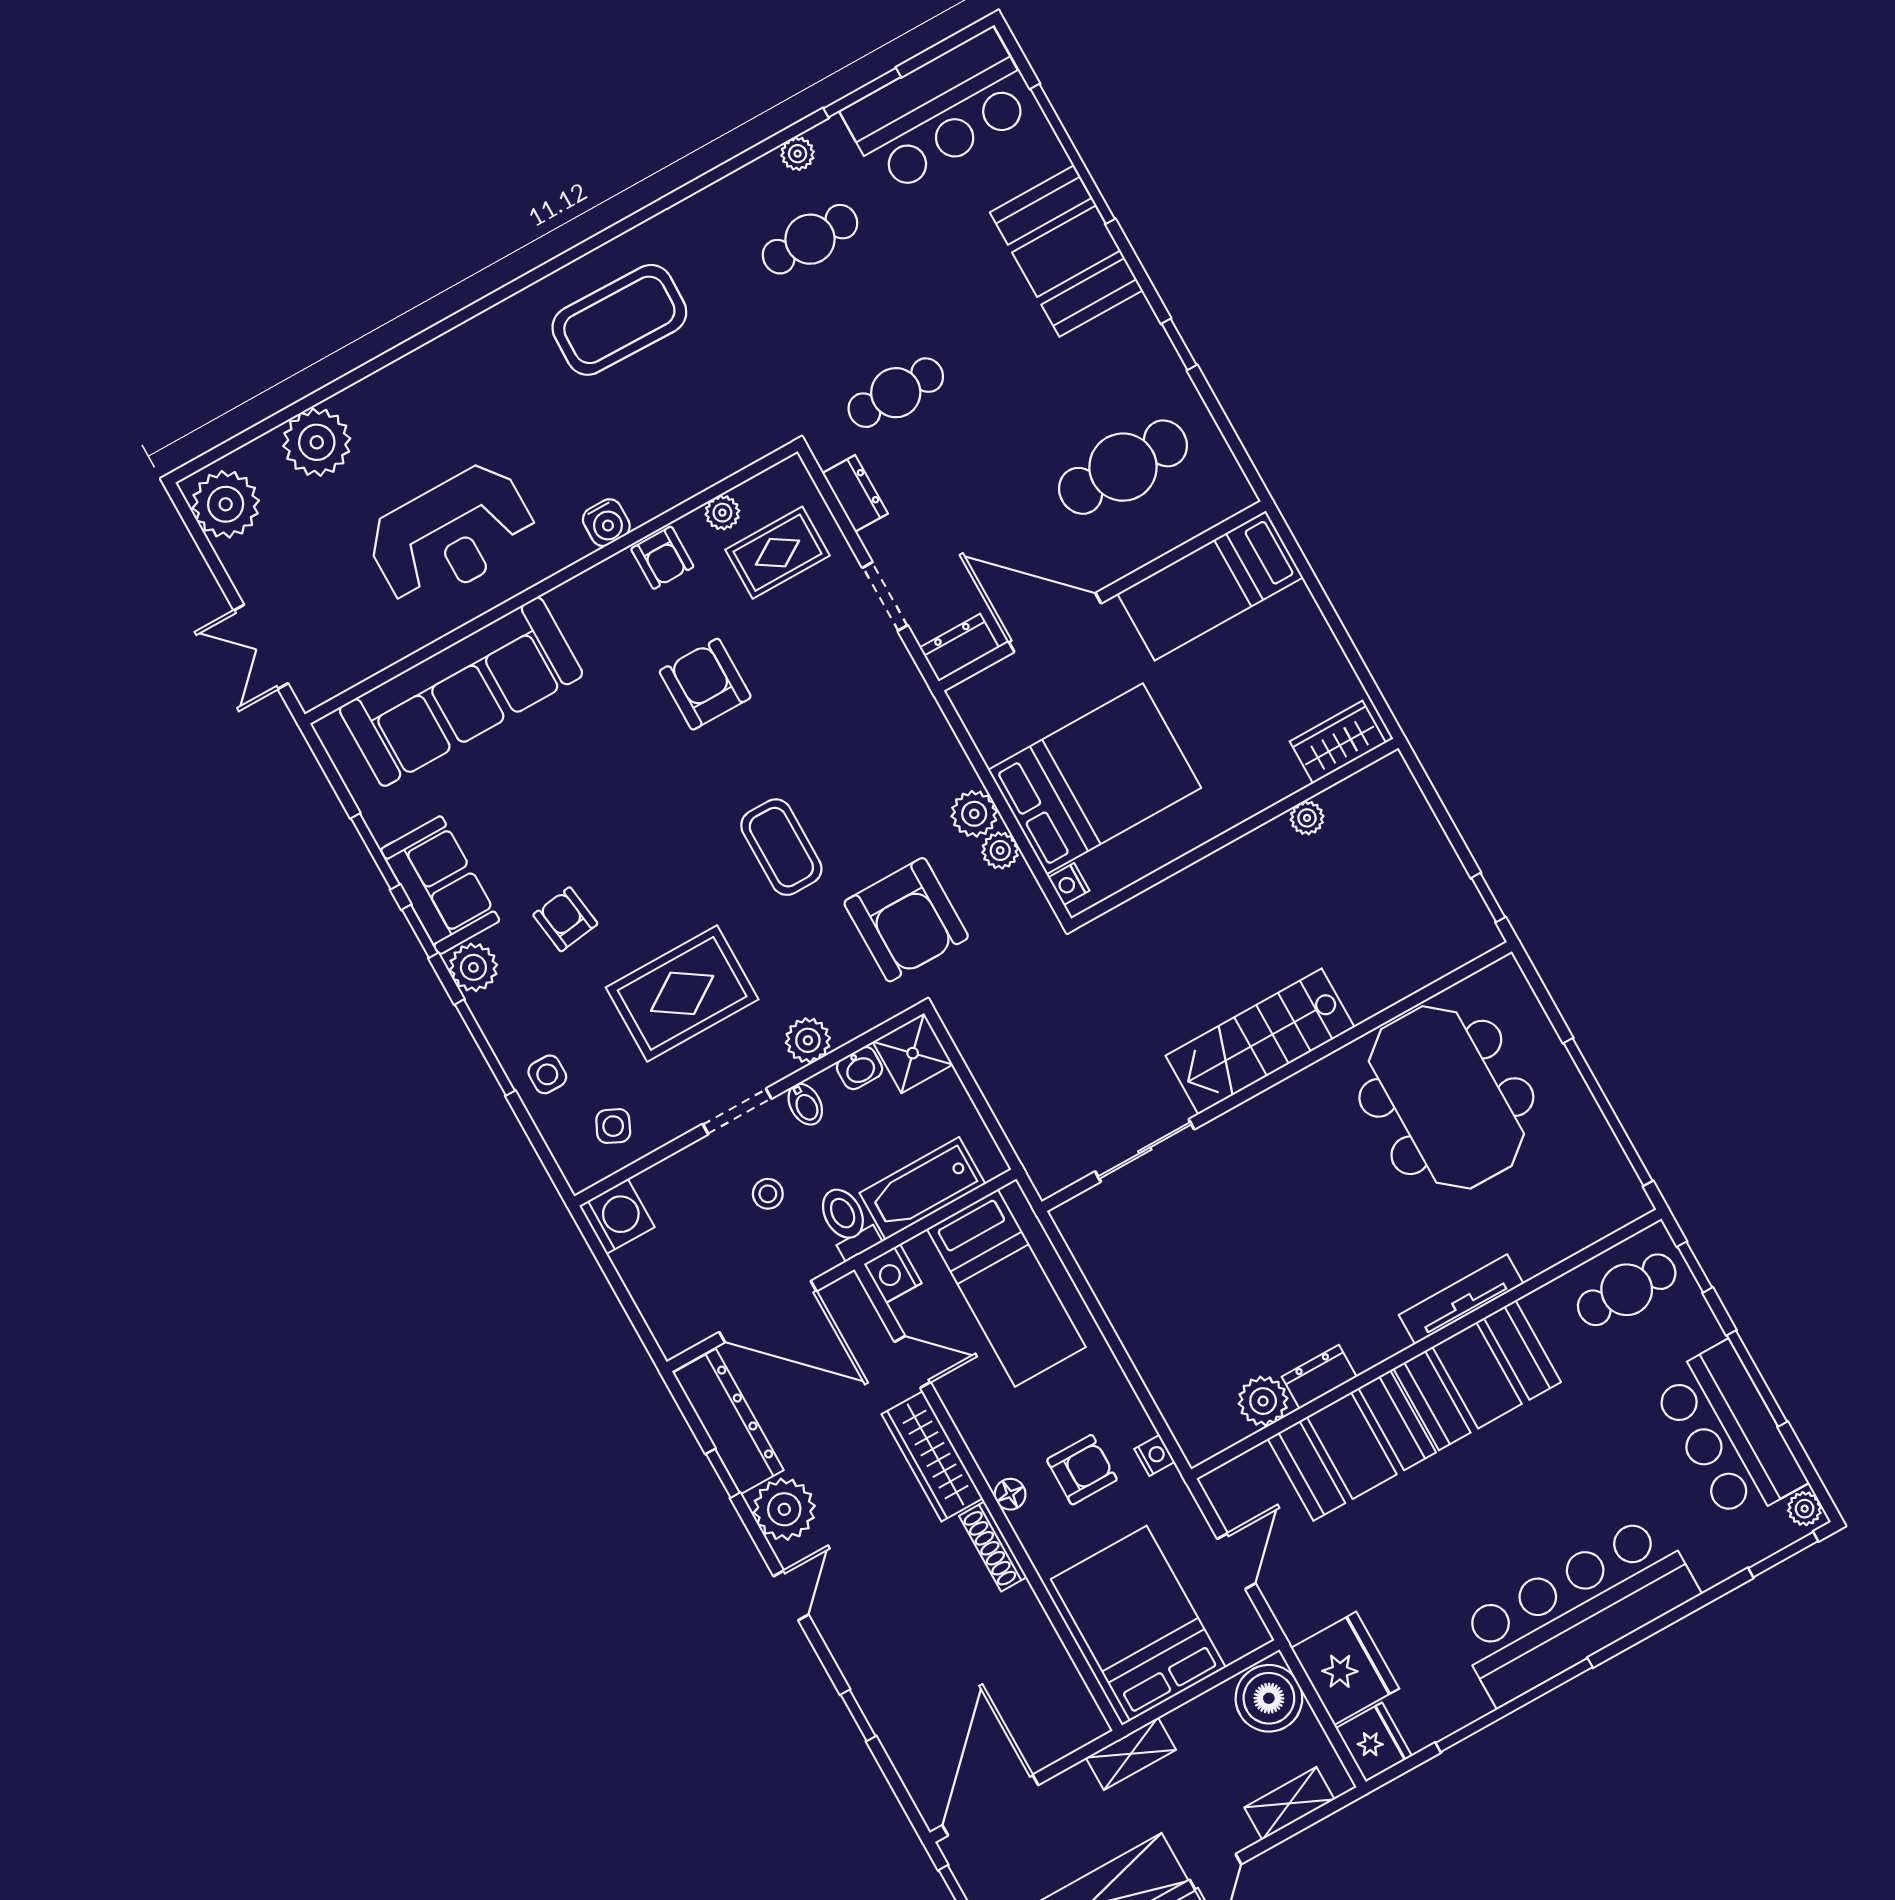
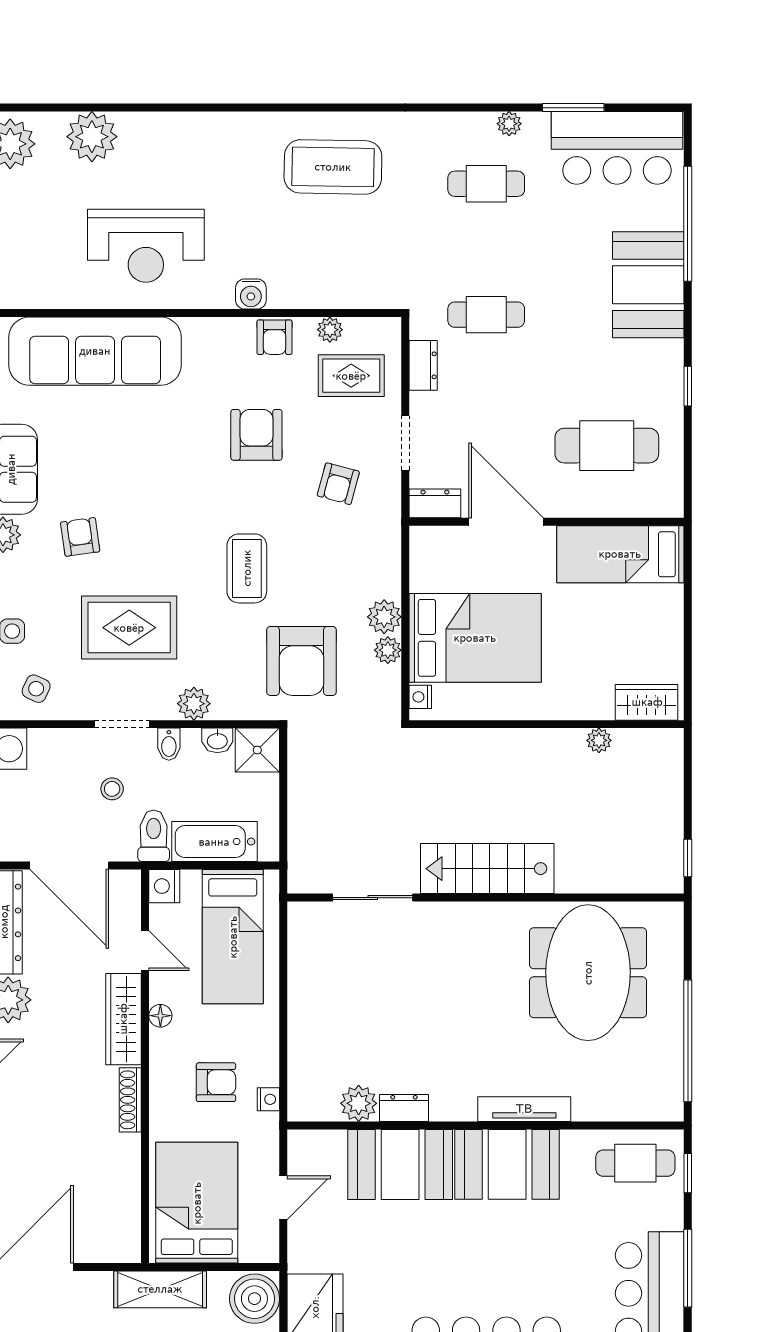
armchair: (833, 688) -> (338, 484), added
floor lamp: (1010, 1494) -> (160, 1016), moved
shelving: (1131, 1754) -> (160, 1289), width x1.50, depth x1.33

